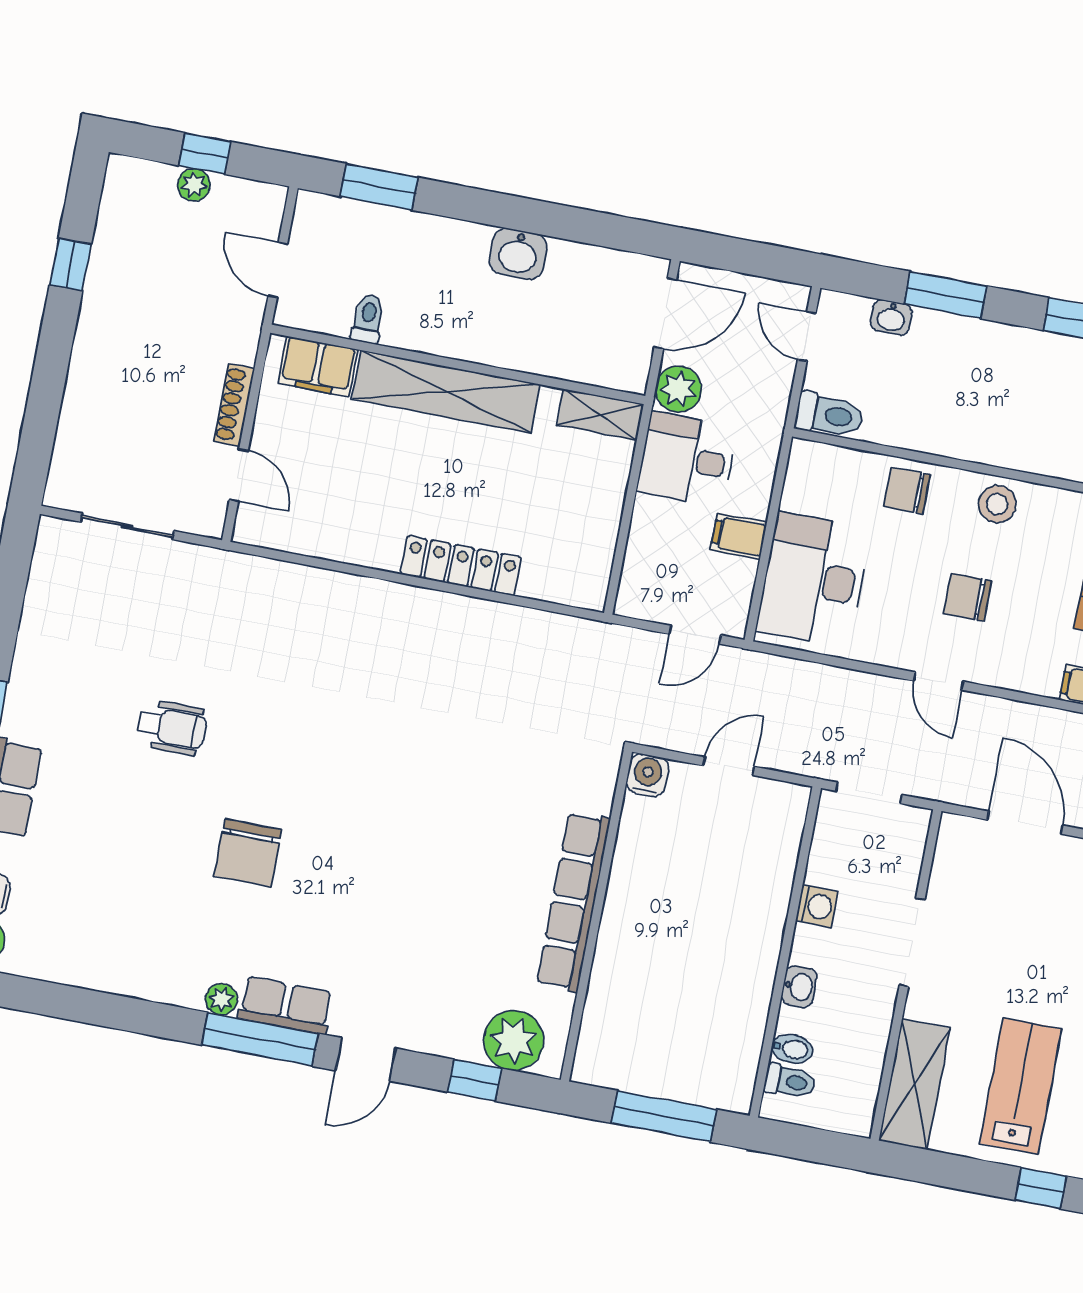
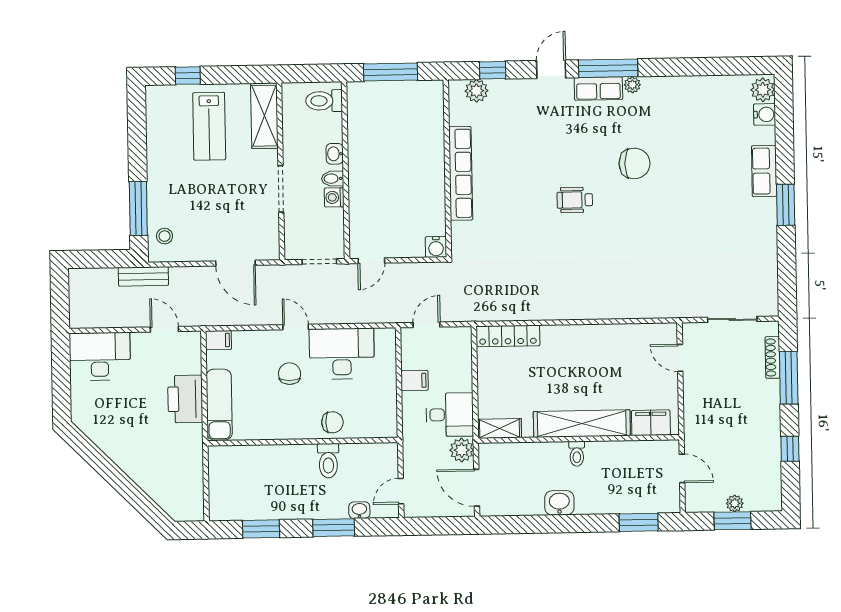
window: (205, 154) -> (733, 521), width x1.50
door: (665, 314) -> (477, 488), hinge flipped
toilet: (368, 319) -> (577, 454), moved
door: (807, 336) -> (401, 491), swing flipped
window: (45, 396) -> (789, 378), added
shoe rack: (234, 405) -> (773, 357), moved, turned 180
toilet: (829, 415) -> (328, 461), moved, turned -90
stool: (997, 504) -> (284, 425), removed
locker: (461, 566) -> (508, 336), moved
desk: (813, 579) -> (342, 354), moved, turned -90
chair: (968, 597) -> (290, 374), turned -90
wheelchair: (172, 728) -> (575, 200), moved
door: (729, 766) -> (371, 261), moved
chair: (248, 853) -> (634, 163), turned 90
plant: (514, 1040) -> (477, 91), width x0.73, depth x0.73
bidet: (792, 1049) -> (333, 179), moved
toilet: (790, 1081) -> (324, 101), width x1.37, depth x1.39

